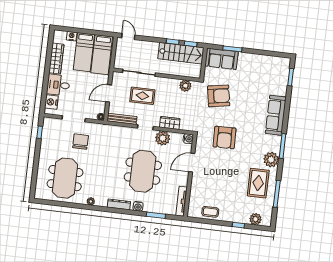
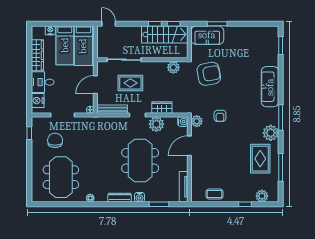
armchair: (224, 138) -> (220, 116), width x0.53, depth x0.53
plant: (201, 140) -> (197, 121), added
chair: (80, 142) -> (55, 140), moved

